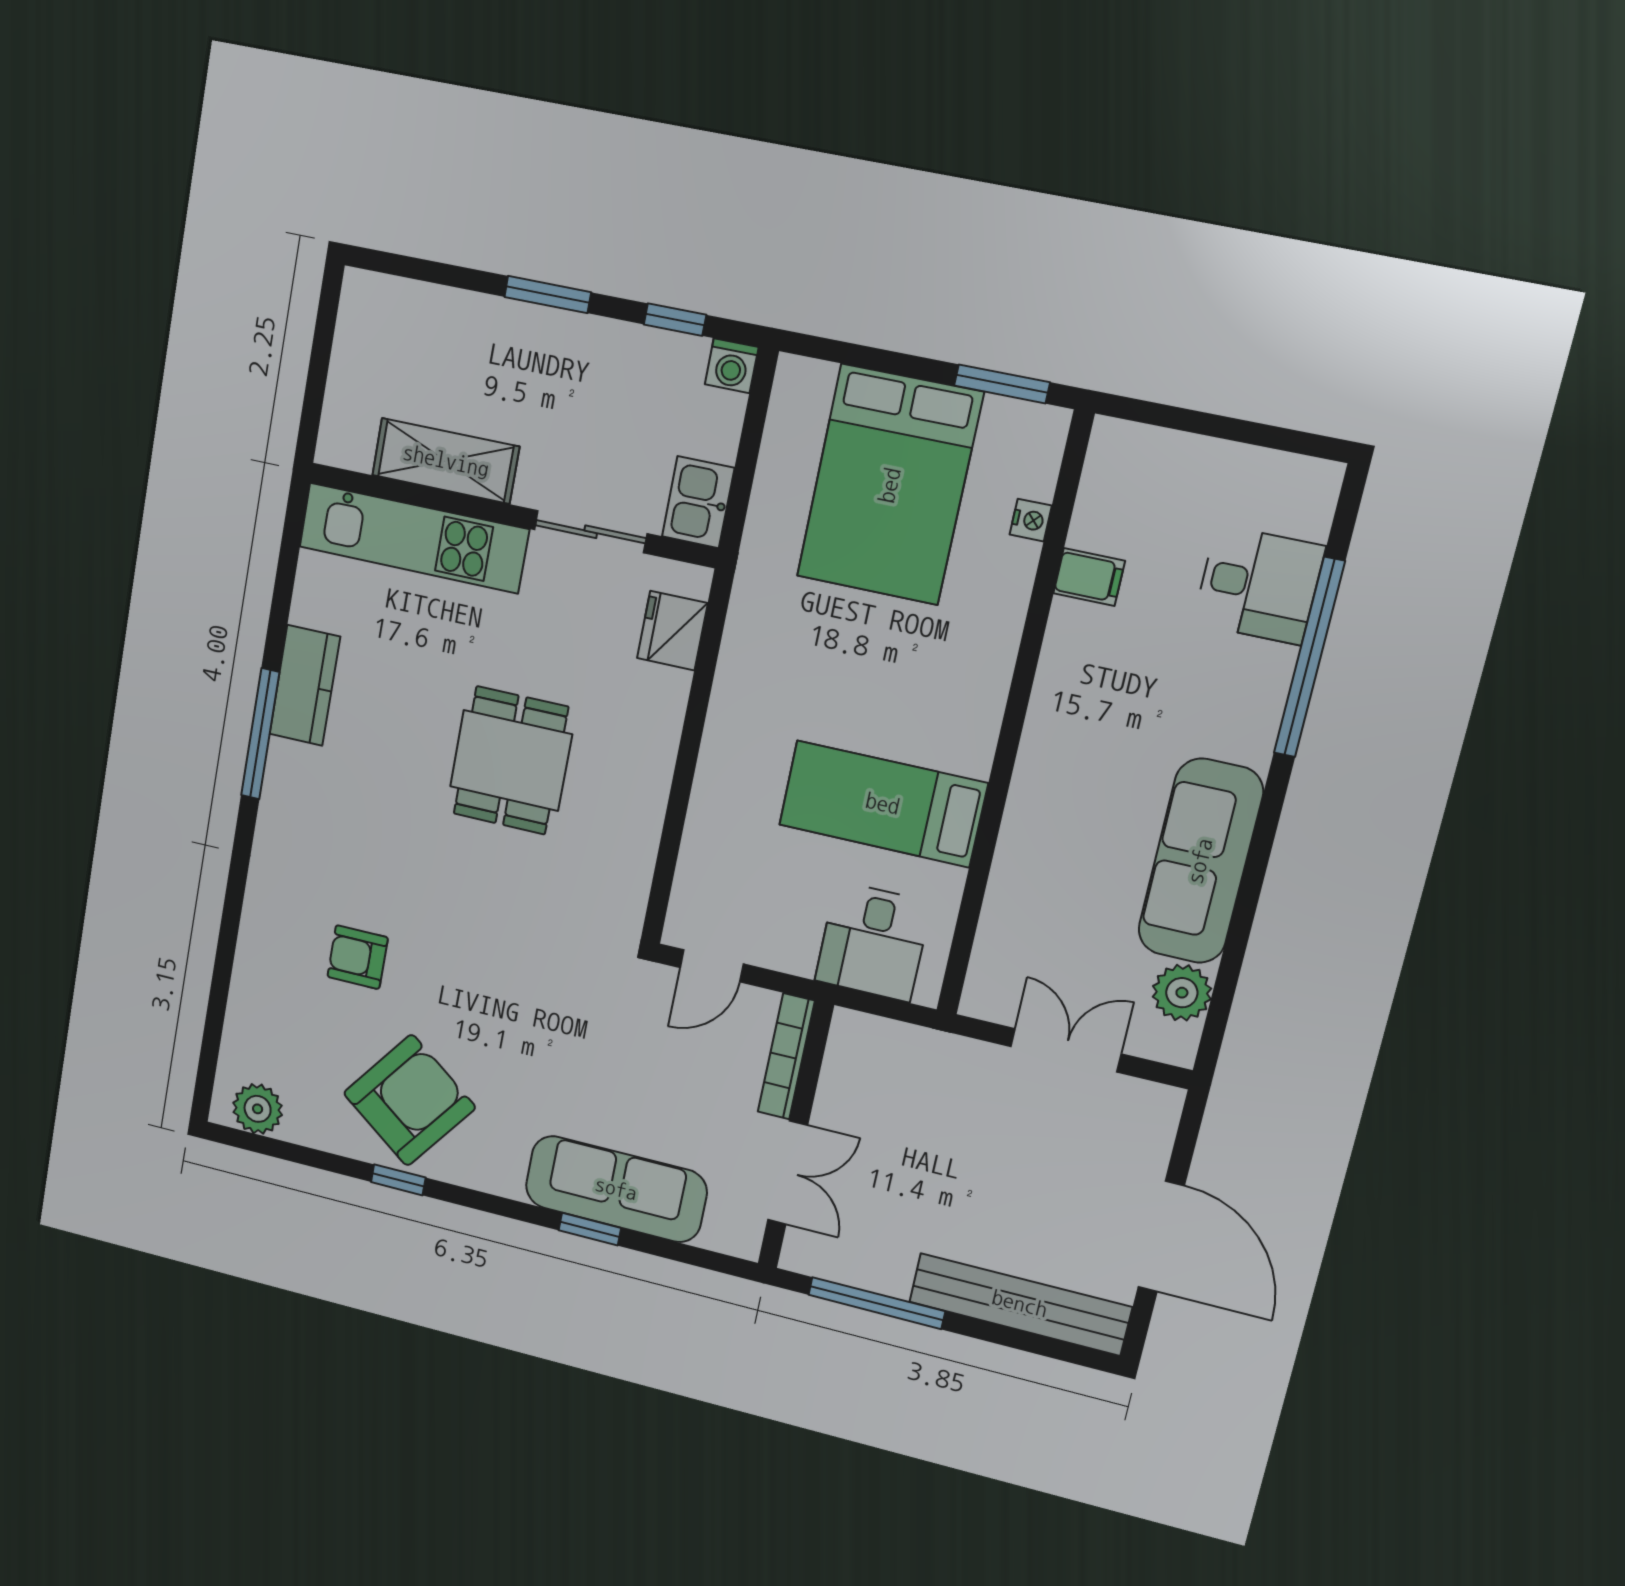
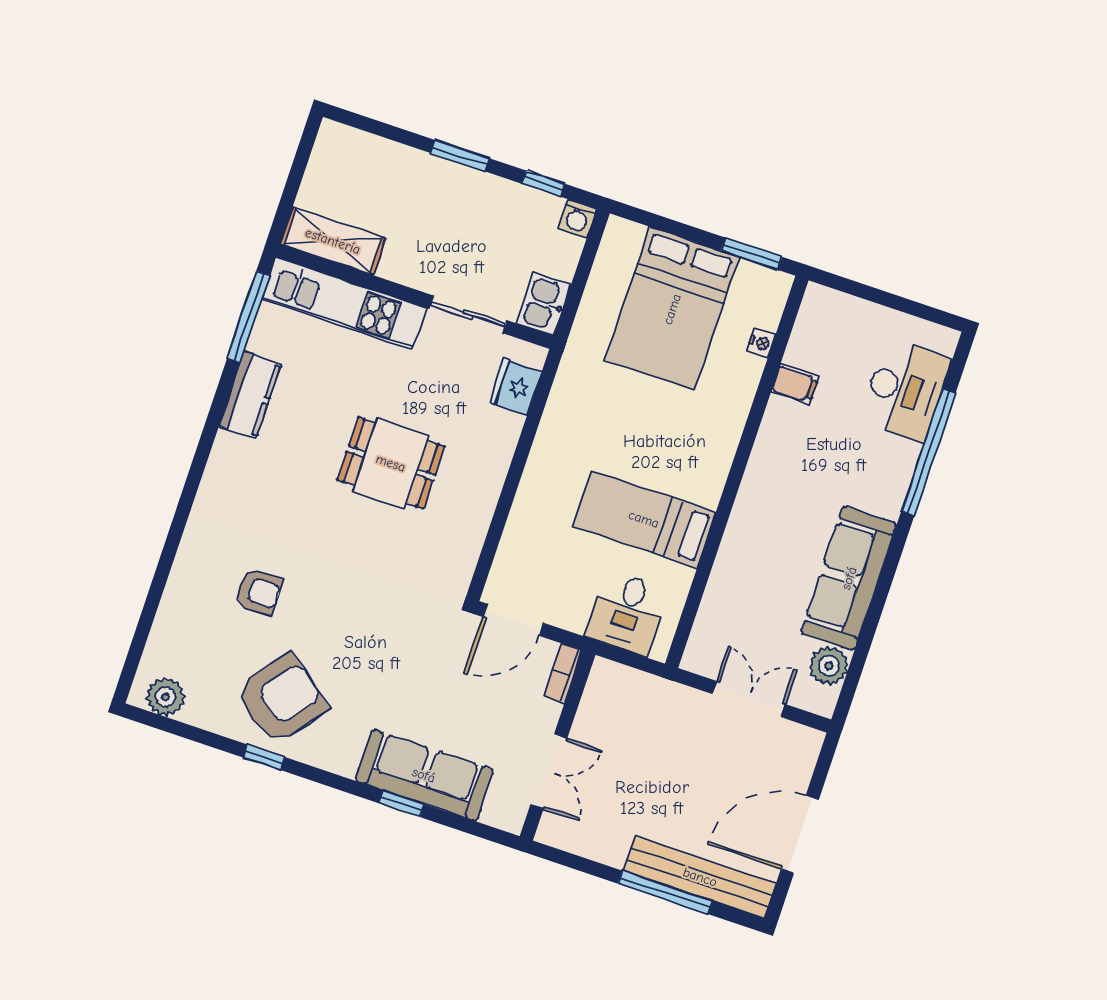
shelving: (446, 461) -> (333, 241), moved
desk: (1259, 585) -> (905, 390), width x1.37
window: (260, 734) -> (248, 317), moved
dining table: (511, 760) -> (391, 463), turned 90
armchair: (358, 957) -> (259, 591), turned 180
door: (712, 966) -> (513, 620), width x1.38
bookcase: (786, 1056) -> (563, 673), width x0.64
door: (1161, 1236) -> (800, 834), swing flipped
window: (877, 1303) -> (665, 892), moved

